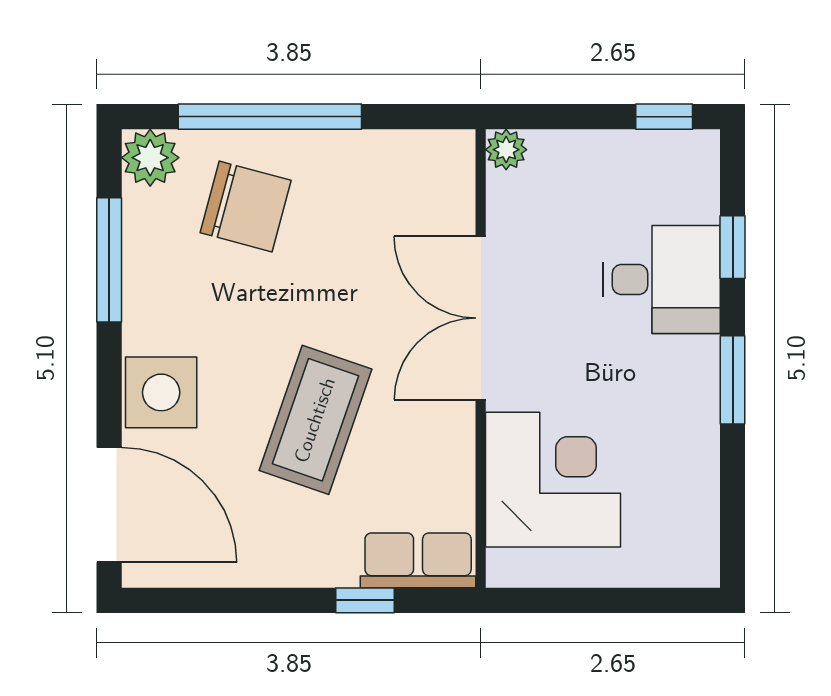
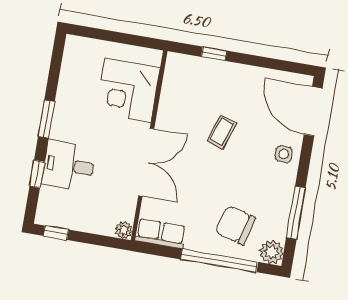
side table: (161, 392) -> (284, 154), width x0.54, depth x0.54
coffee table: (315, 420) -> (222, 132), width x0.54, depth x0.58
row of seats: (418, 560) -> (161, 234), moved, turned 180

